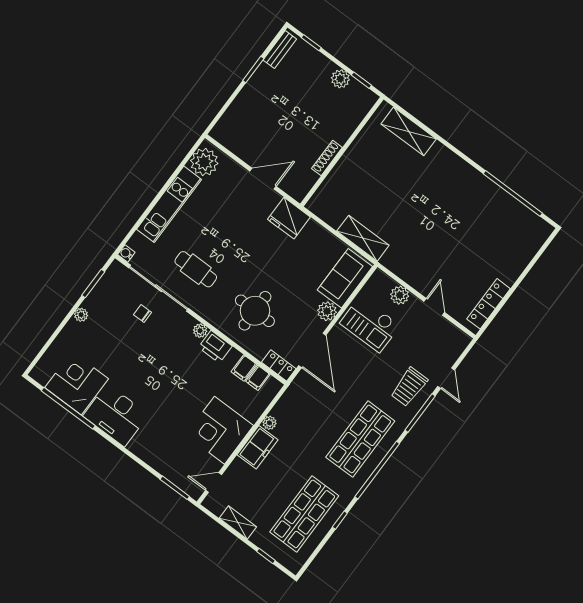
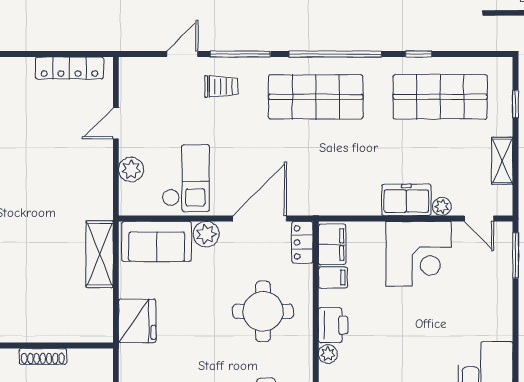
fridge: (289, 218) -> (137, 321), moved
filing cabinet: (258, 378) -> (332, 244), width x2.00
trolley: (409, 387) -> (221, 86), width x0.73, depth x0.72
plant: (269, 423) -> (442, 207), moved

